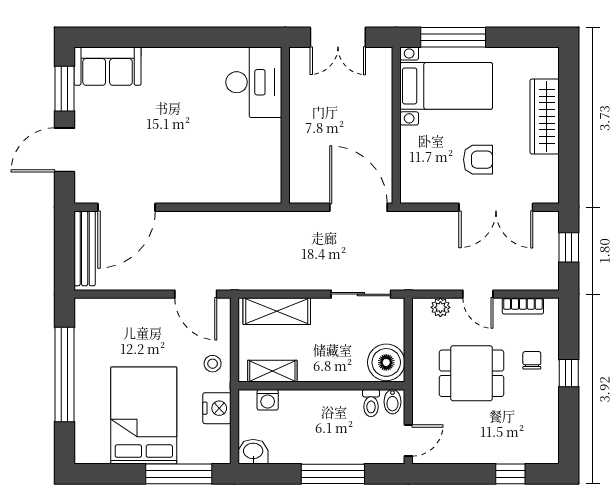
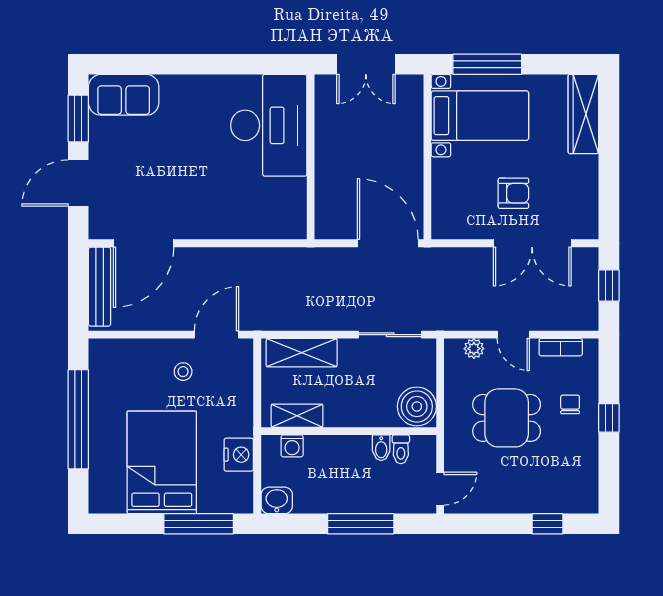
desk: (254, 82) -> (269, 125), width x1.36, depth x1.30
wardrobe: (545, 116) -> (583, 114), moved
door: (196, 294) -> (216, 335), swing flipped
stool: (213, 364) -> (183, 372), moved
bidet: (392, 402) -> (381, 448), moved

